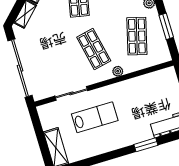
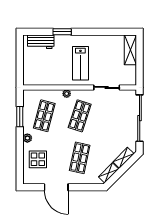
shop shelf: (94, 49) -> (80, 116), turned 30
lab bench: (95, 117) -> (80, 63), moved, turned -90

